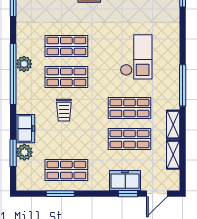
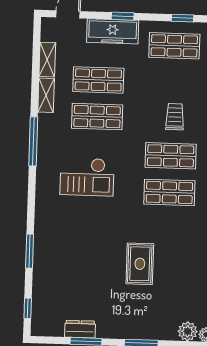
checkout: (136, 57) -> (87, 177), turned -90
freezer: (125, 180) -> (113, 31), width x1.40
window: (60, 194) -> (182, 18), width x0.67
window: (128, 194) -> (123, 16), moved

